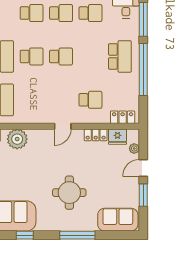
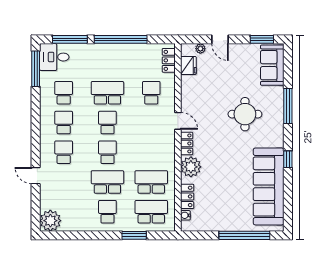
school desk: (120, 56) -> (107, 93), moved
locker: (96, 135) -> (187, 143), moved
window: (143, 195) -> (262, 39), moved

